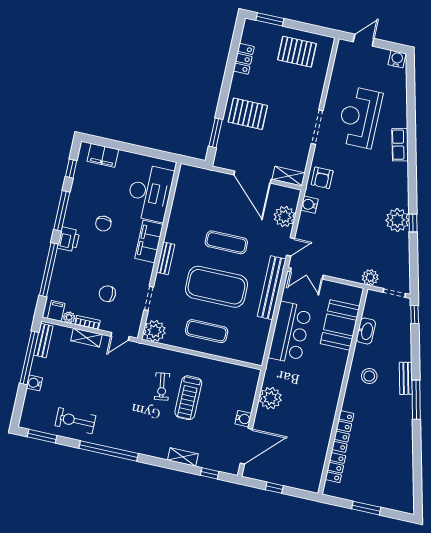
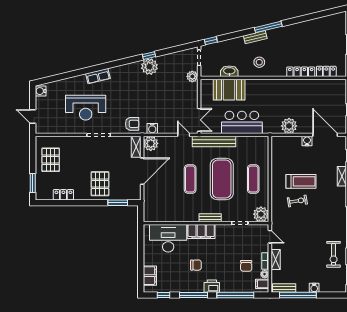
plant: (285, 216) -> (151, 143), moved
chair: (107, 294) -> (246, 266), moved

